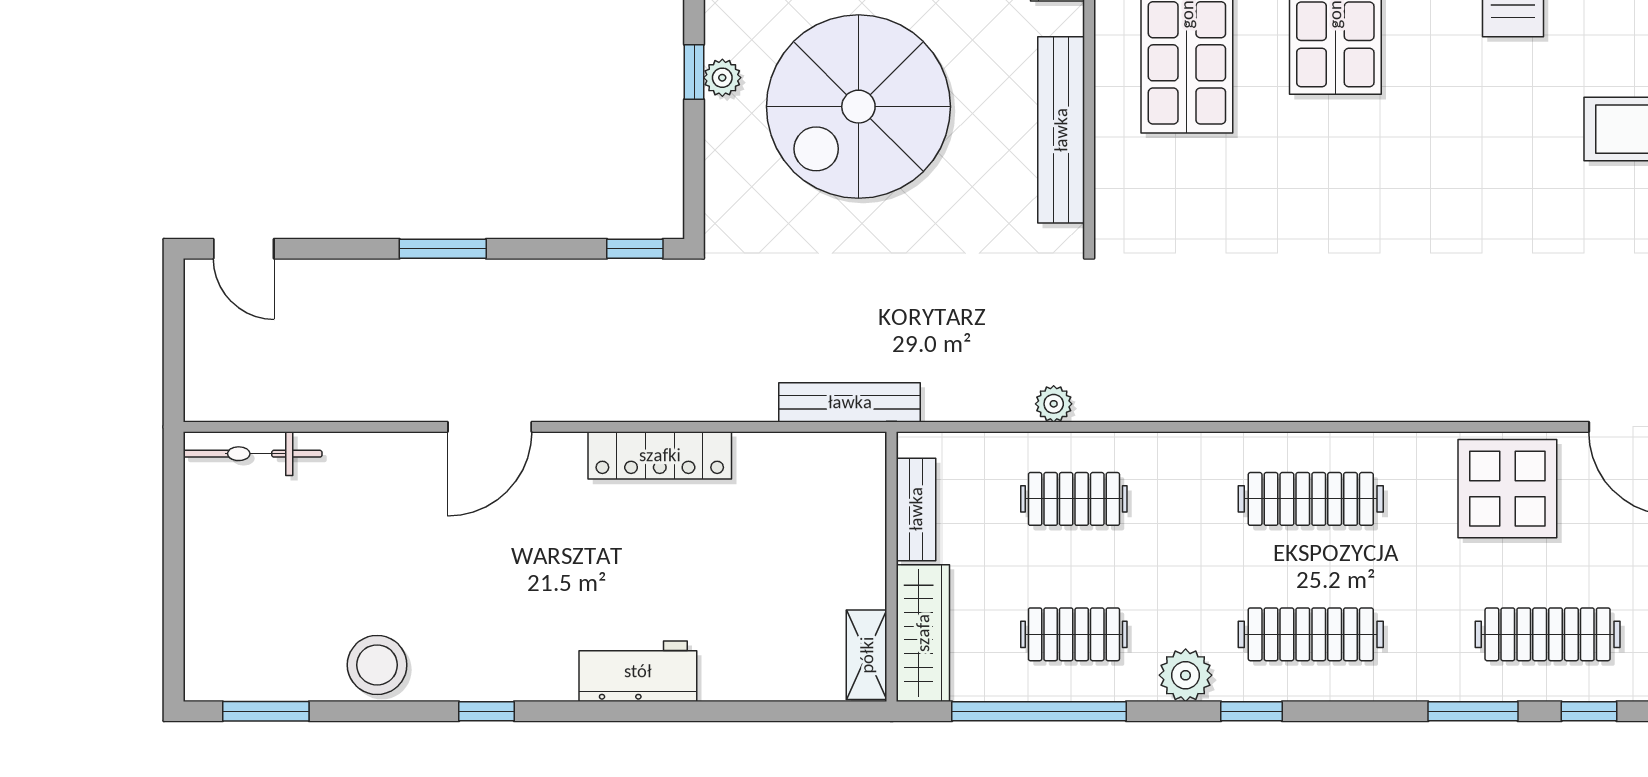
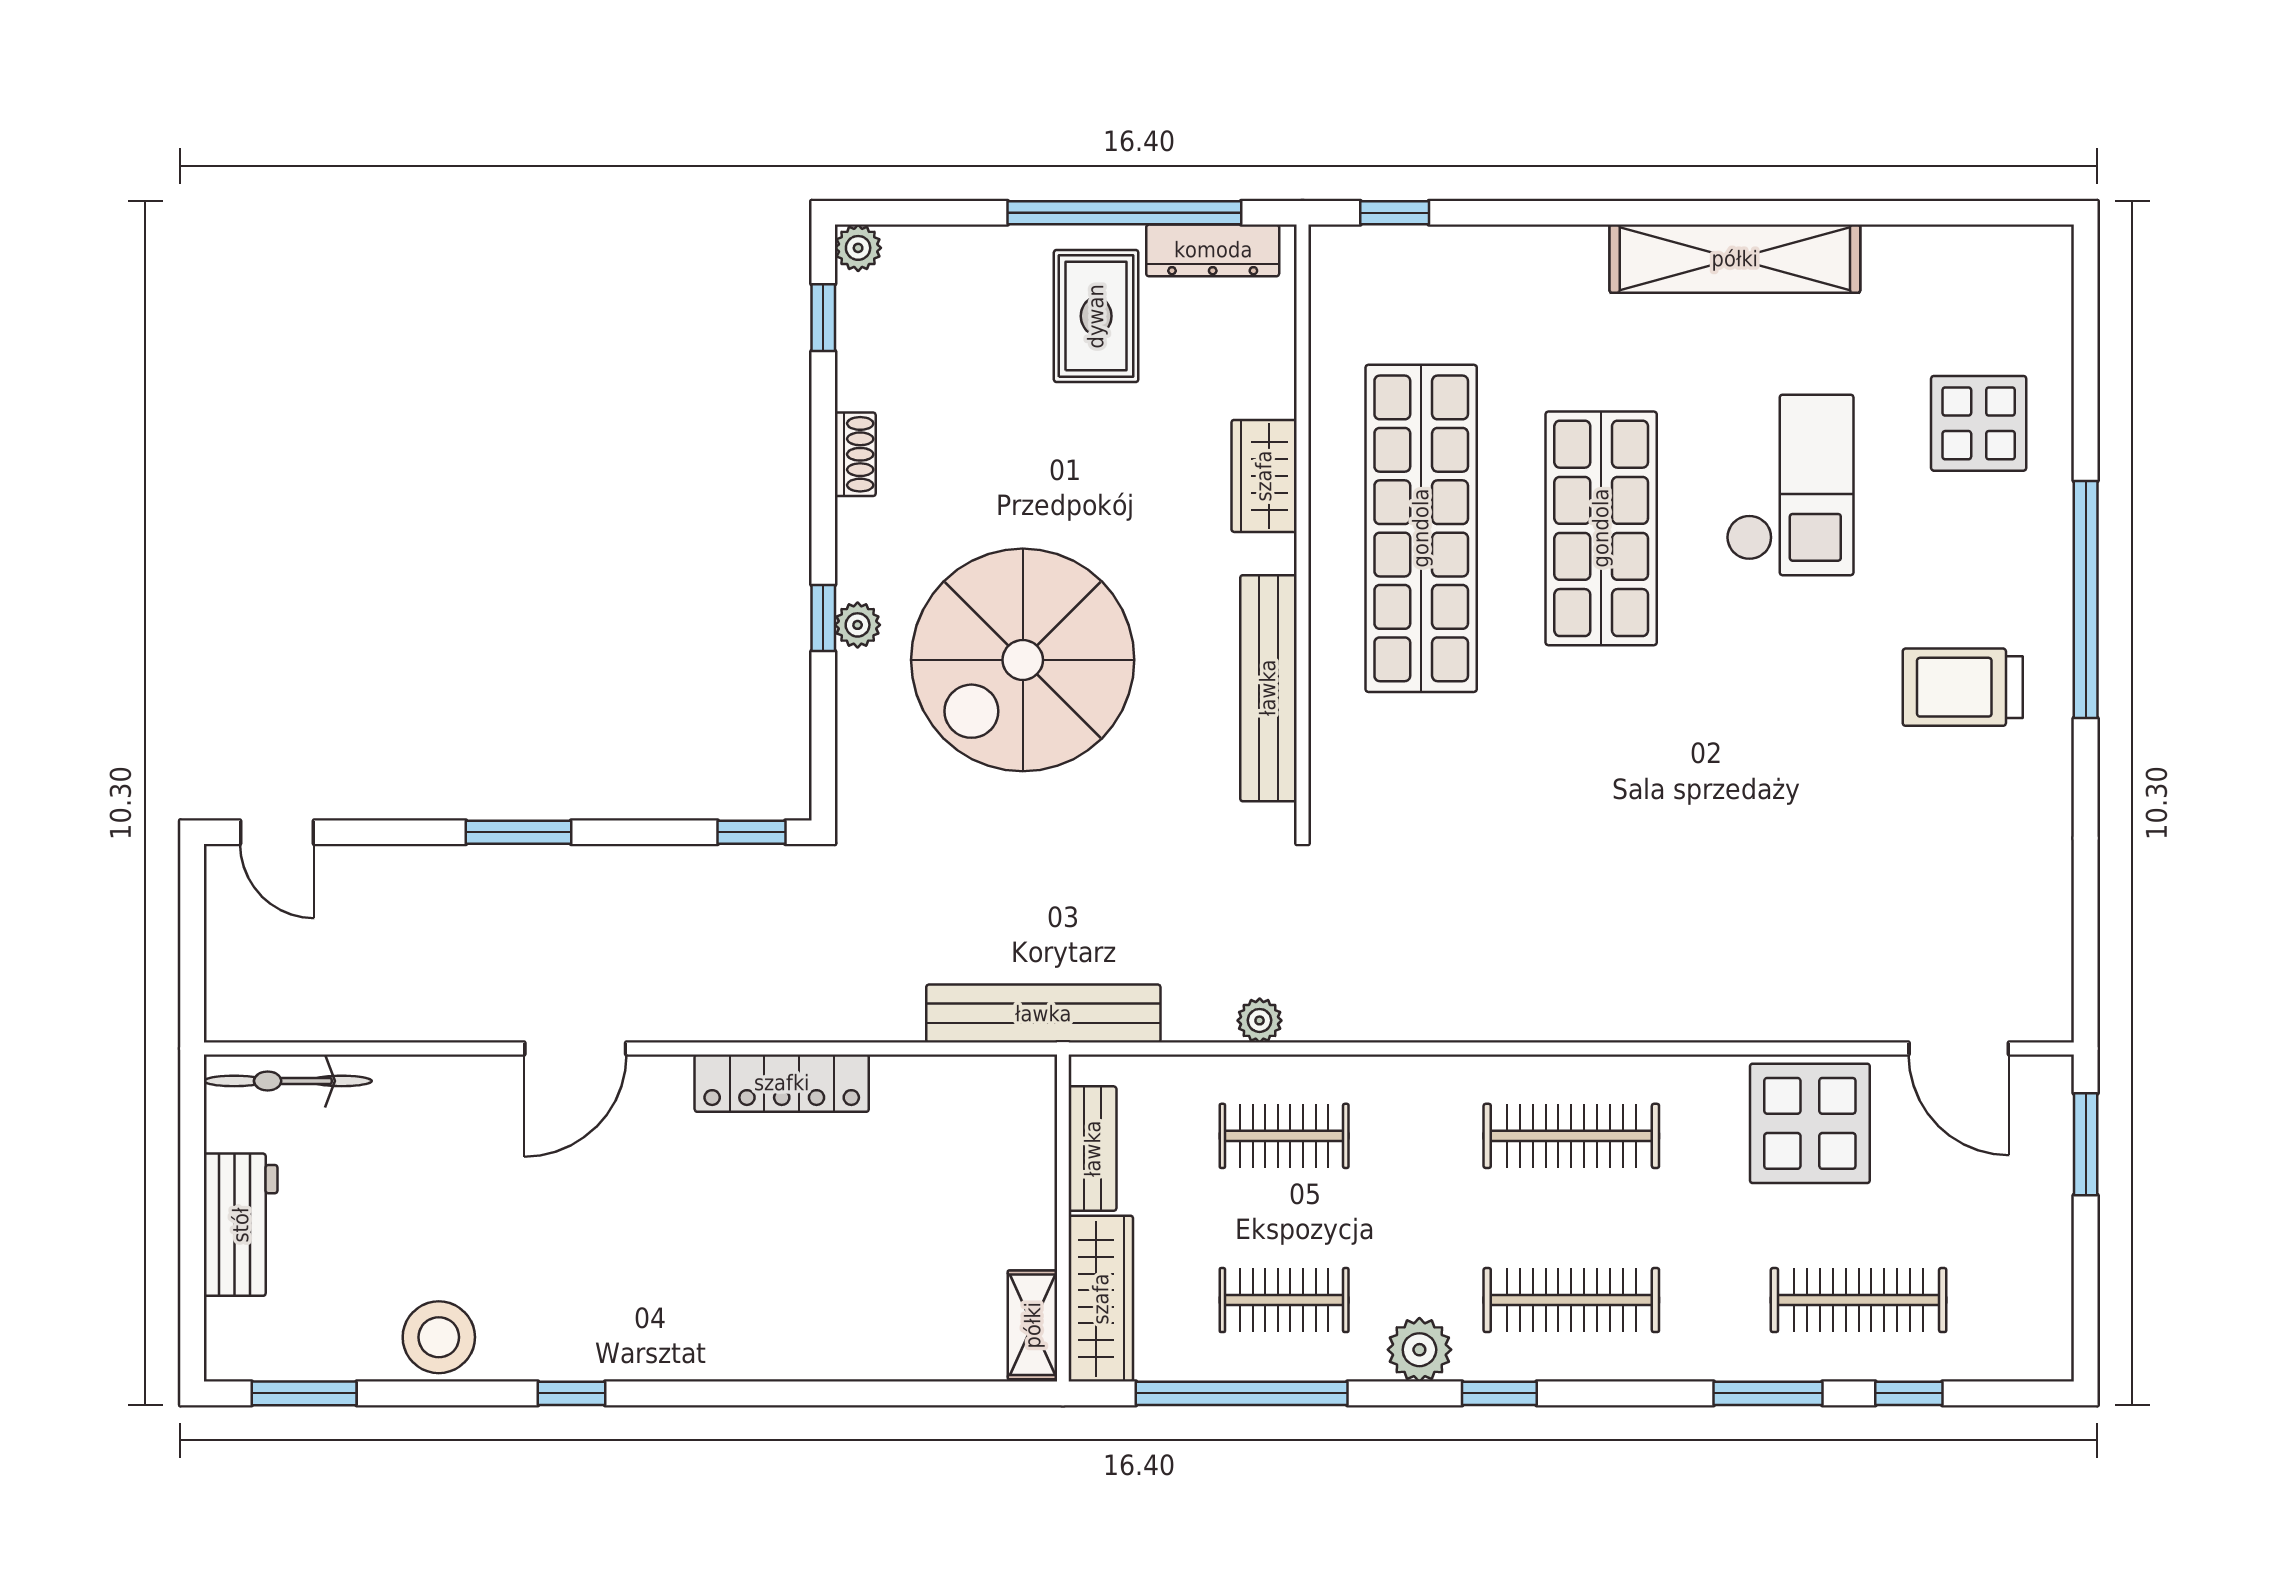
bench: (850, 402) -> (1043, 1014), width x1.37, depth x1.21
workbench: (638, 671) -> (241, 1225), moved, turned 90

